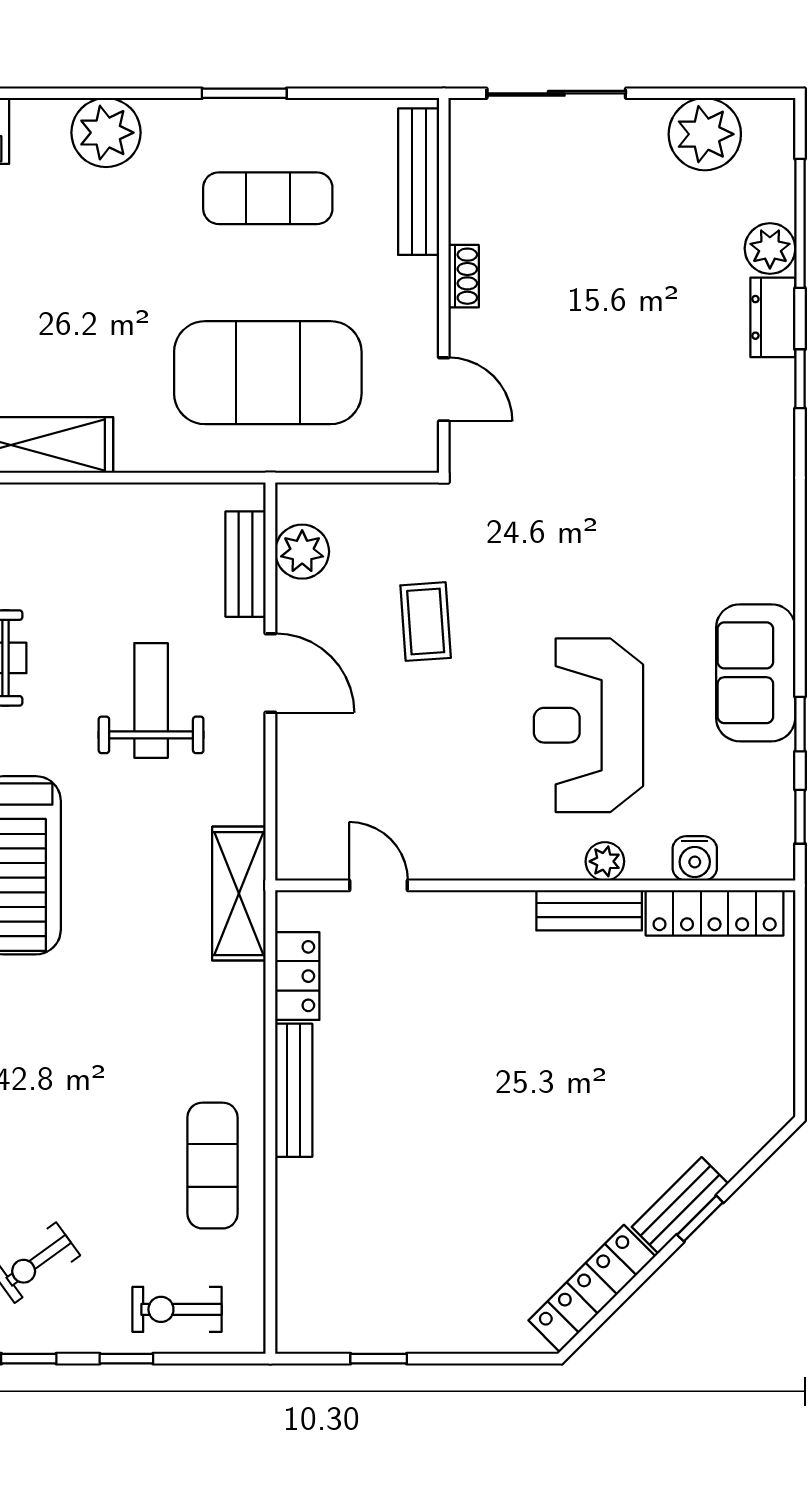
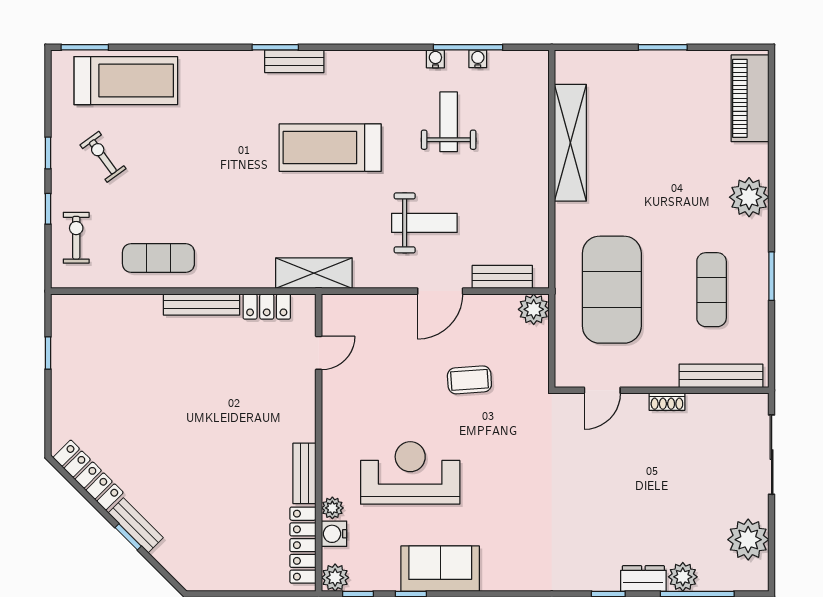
plant: (302, 552) -> (534, 309), moved
plant: (771, 857) -> (335, 578), added
plant: (605, 861) -> (332, 508), moved

